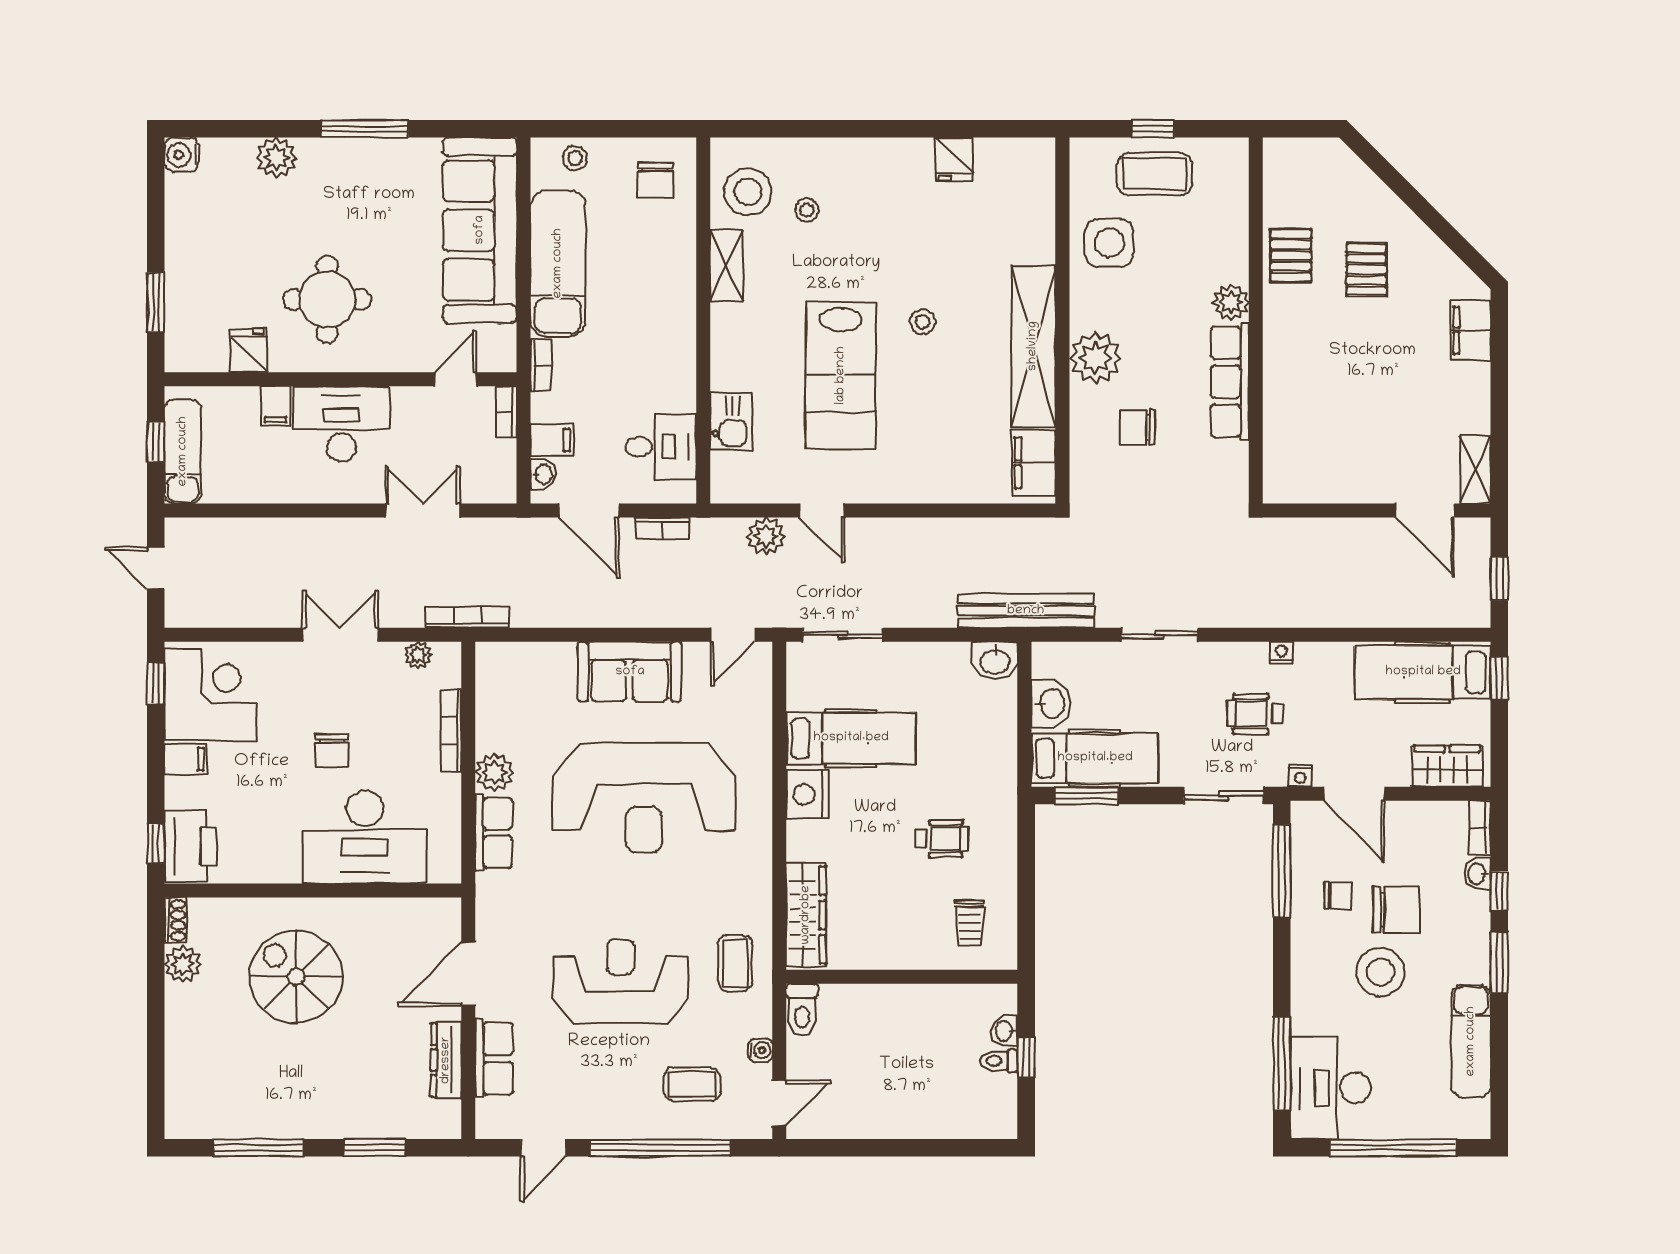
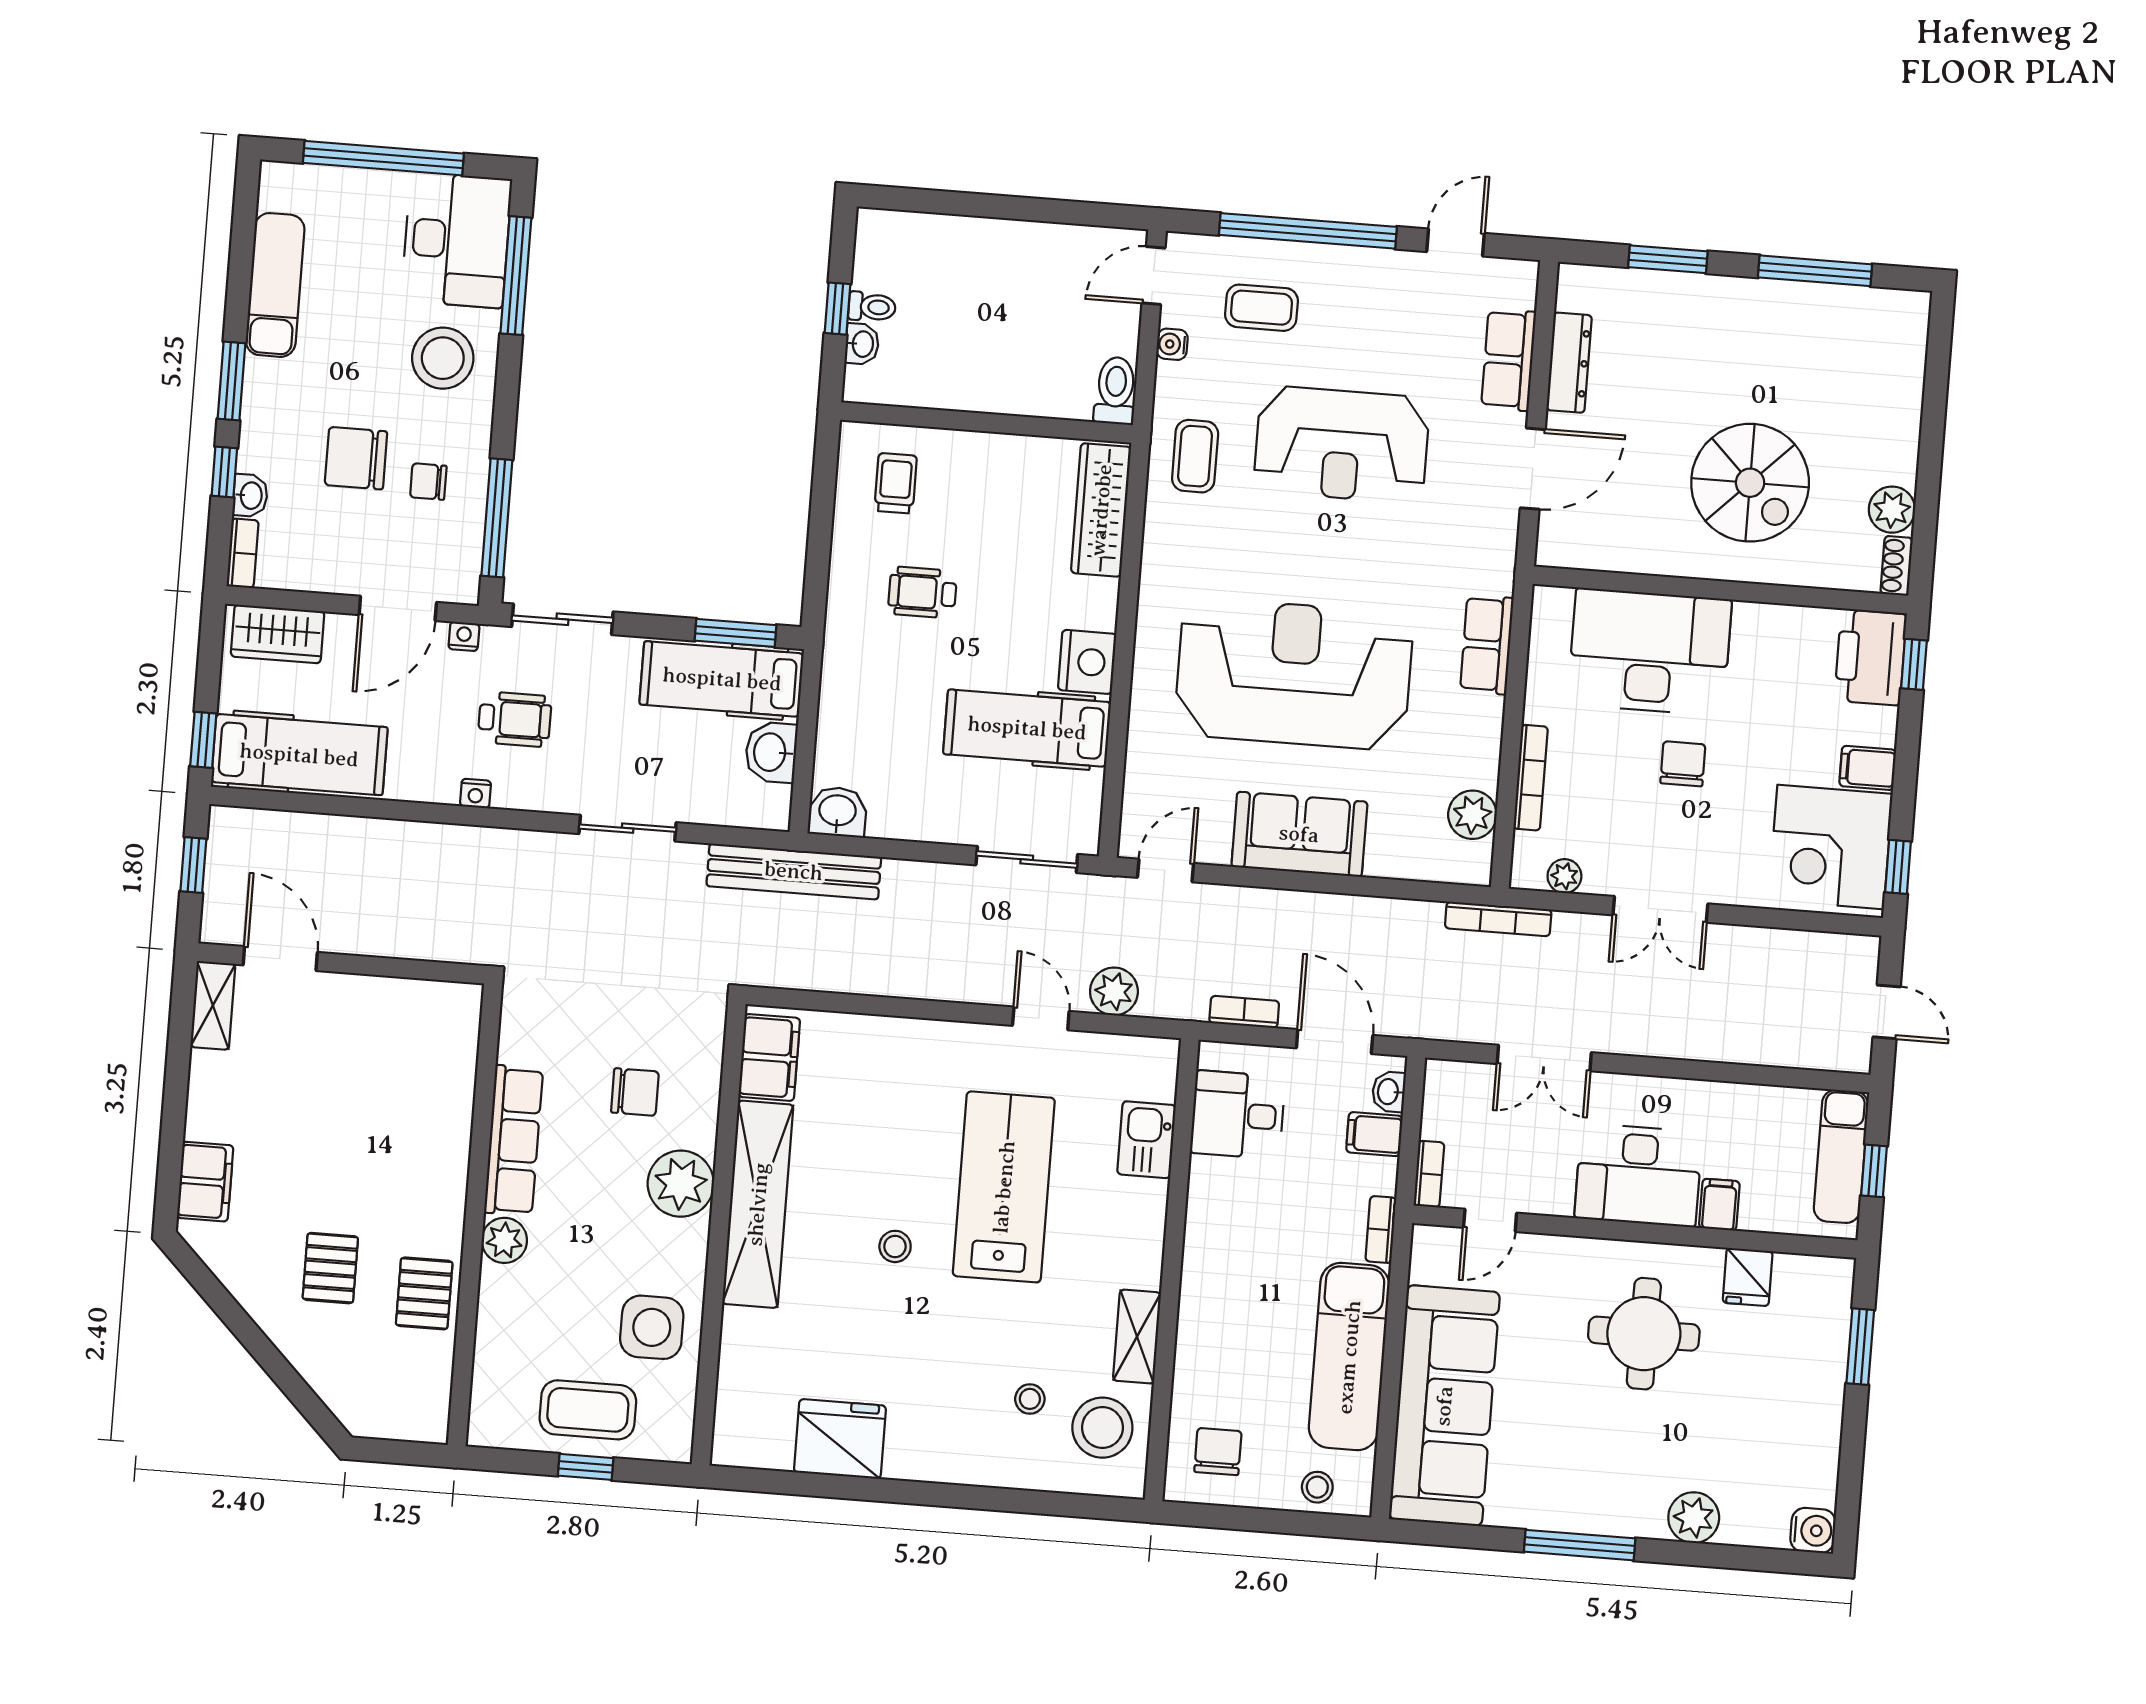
fridge: (954, 159) -> (840, 1439), width x1.88, depth x1.34
plant: (494, 772) -> (1472, 815), moved
door: (1354, 794) -> (398, 608), swing flipped
stool: (1380, 972) -> (443, 358), moved

